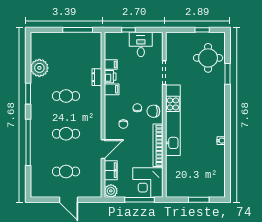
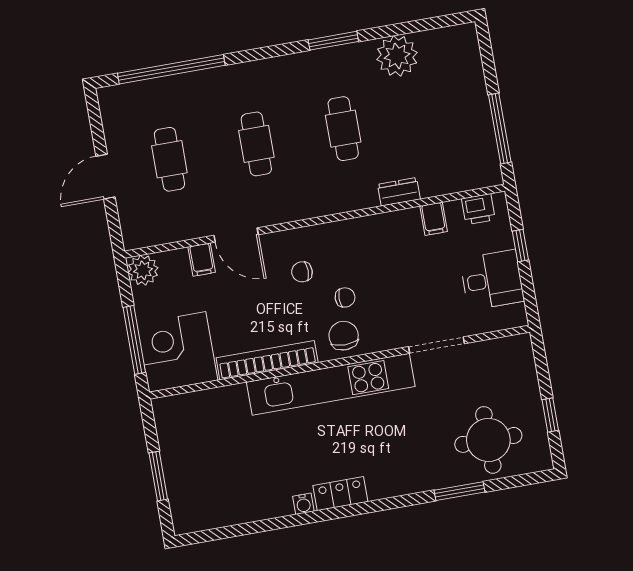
printer: (110, 77) -> (478, 209), moved
filing cabinet: (112, 89) -> (377, 231), removed
locker: (220, 124) -> (340, 494), added
window: (28, 142) -> (171, 69), moved
filing cabinet: (111, 170) -> (202, 260), width x0.50

